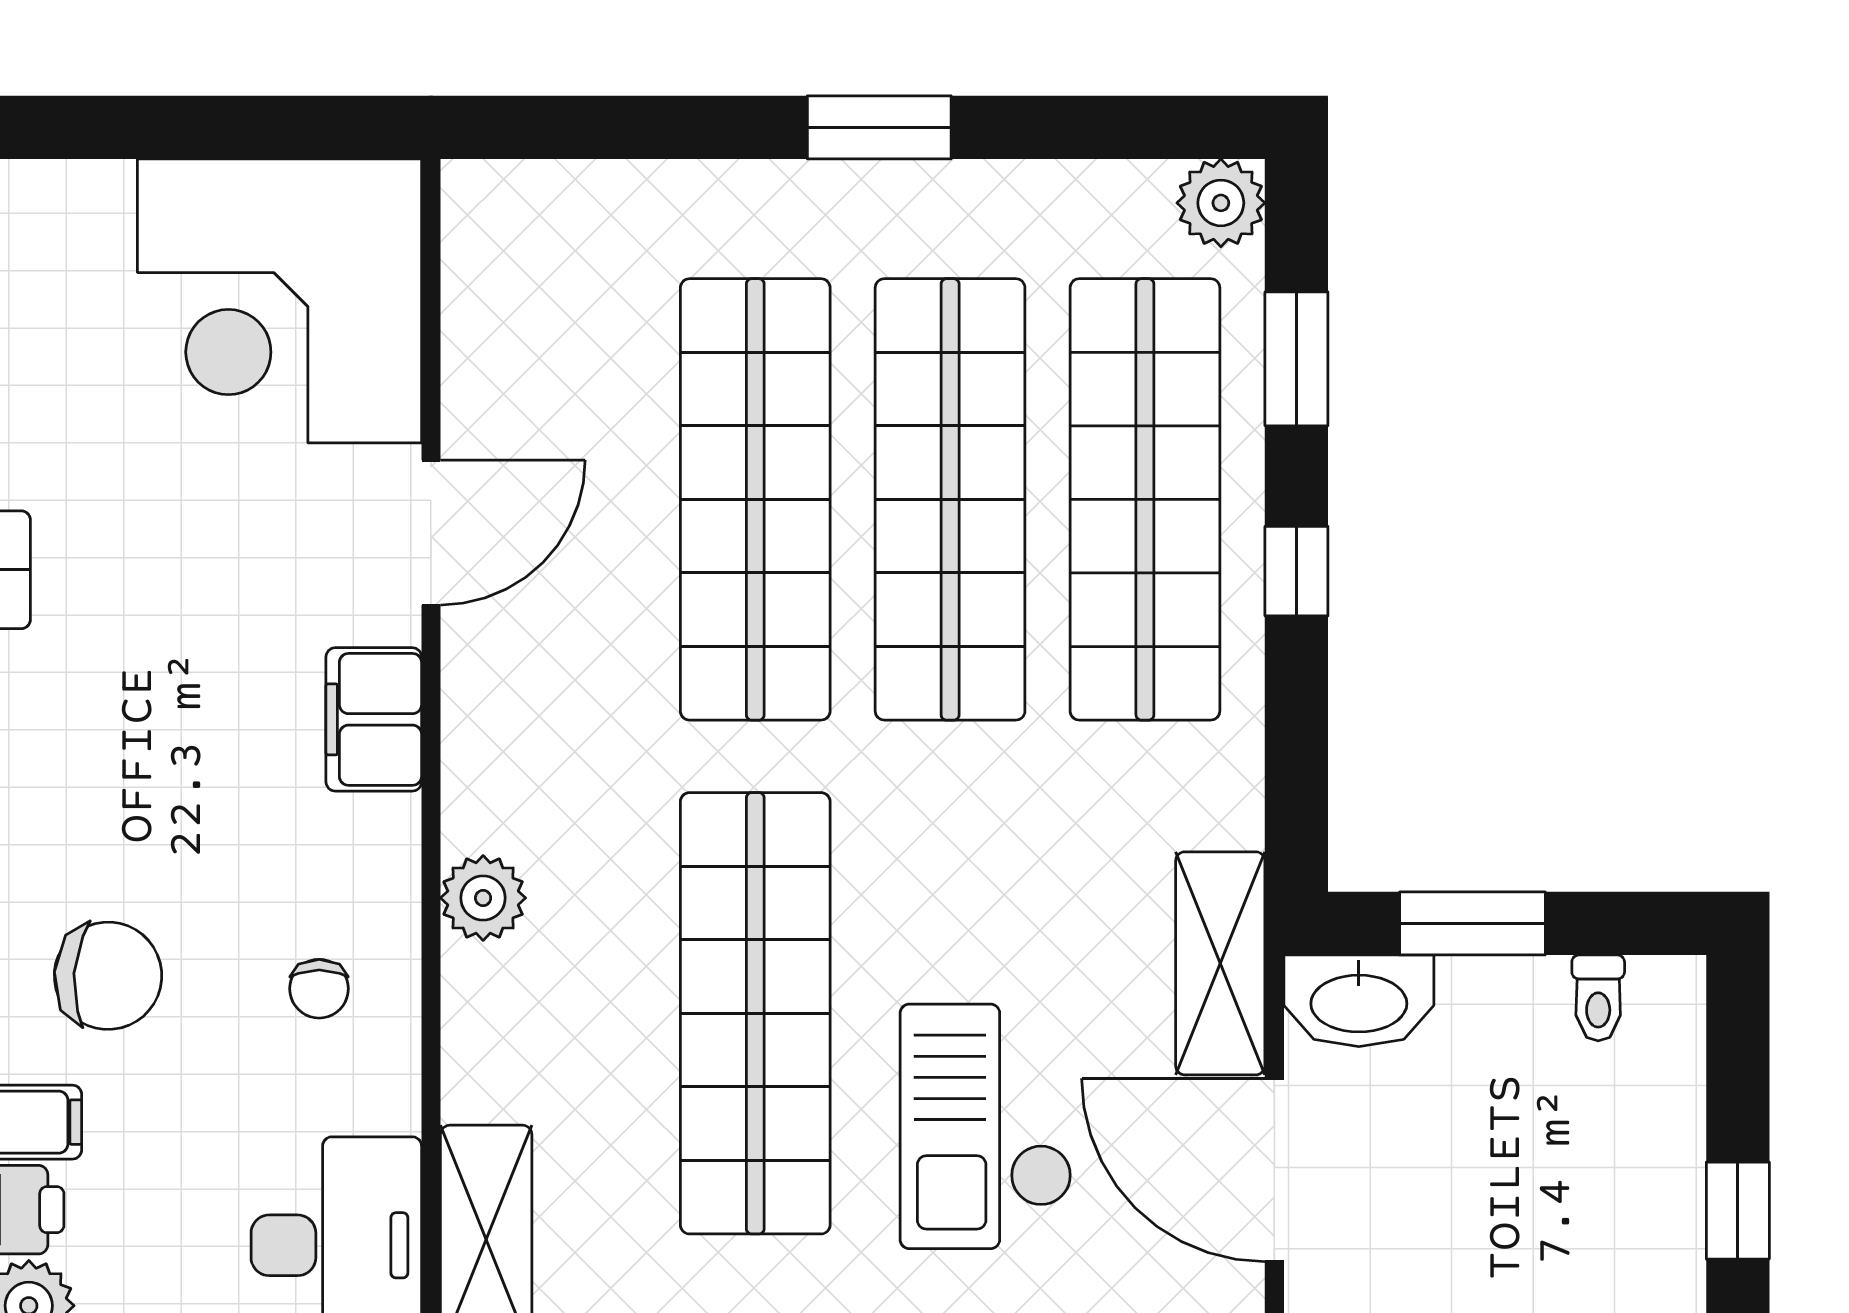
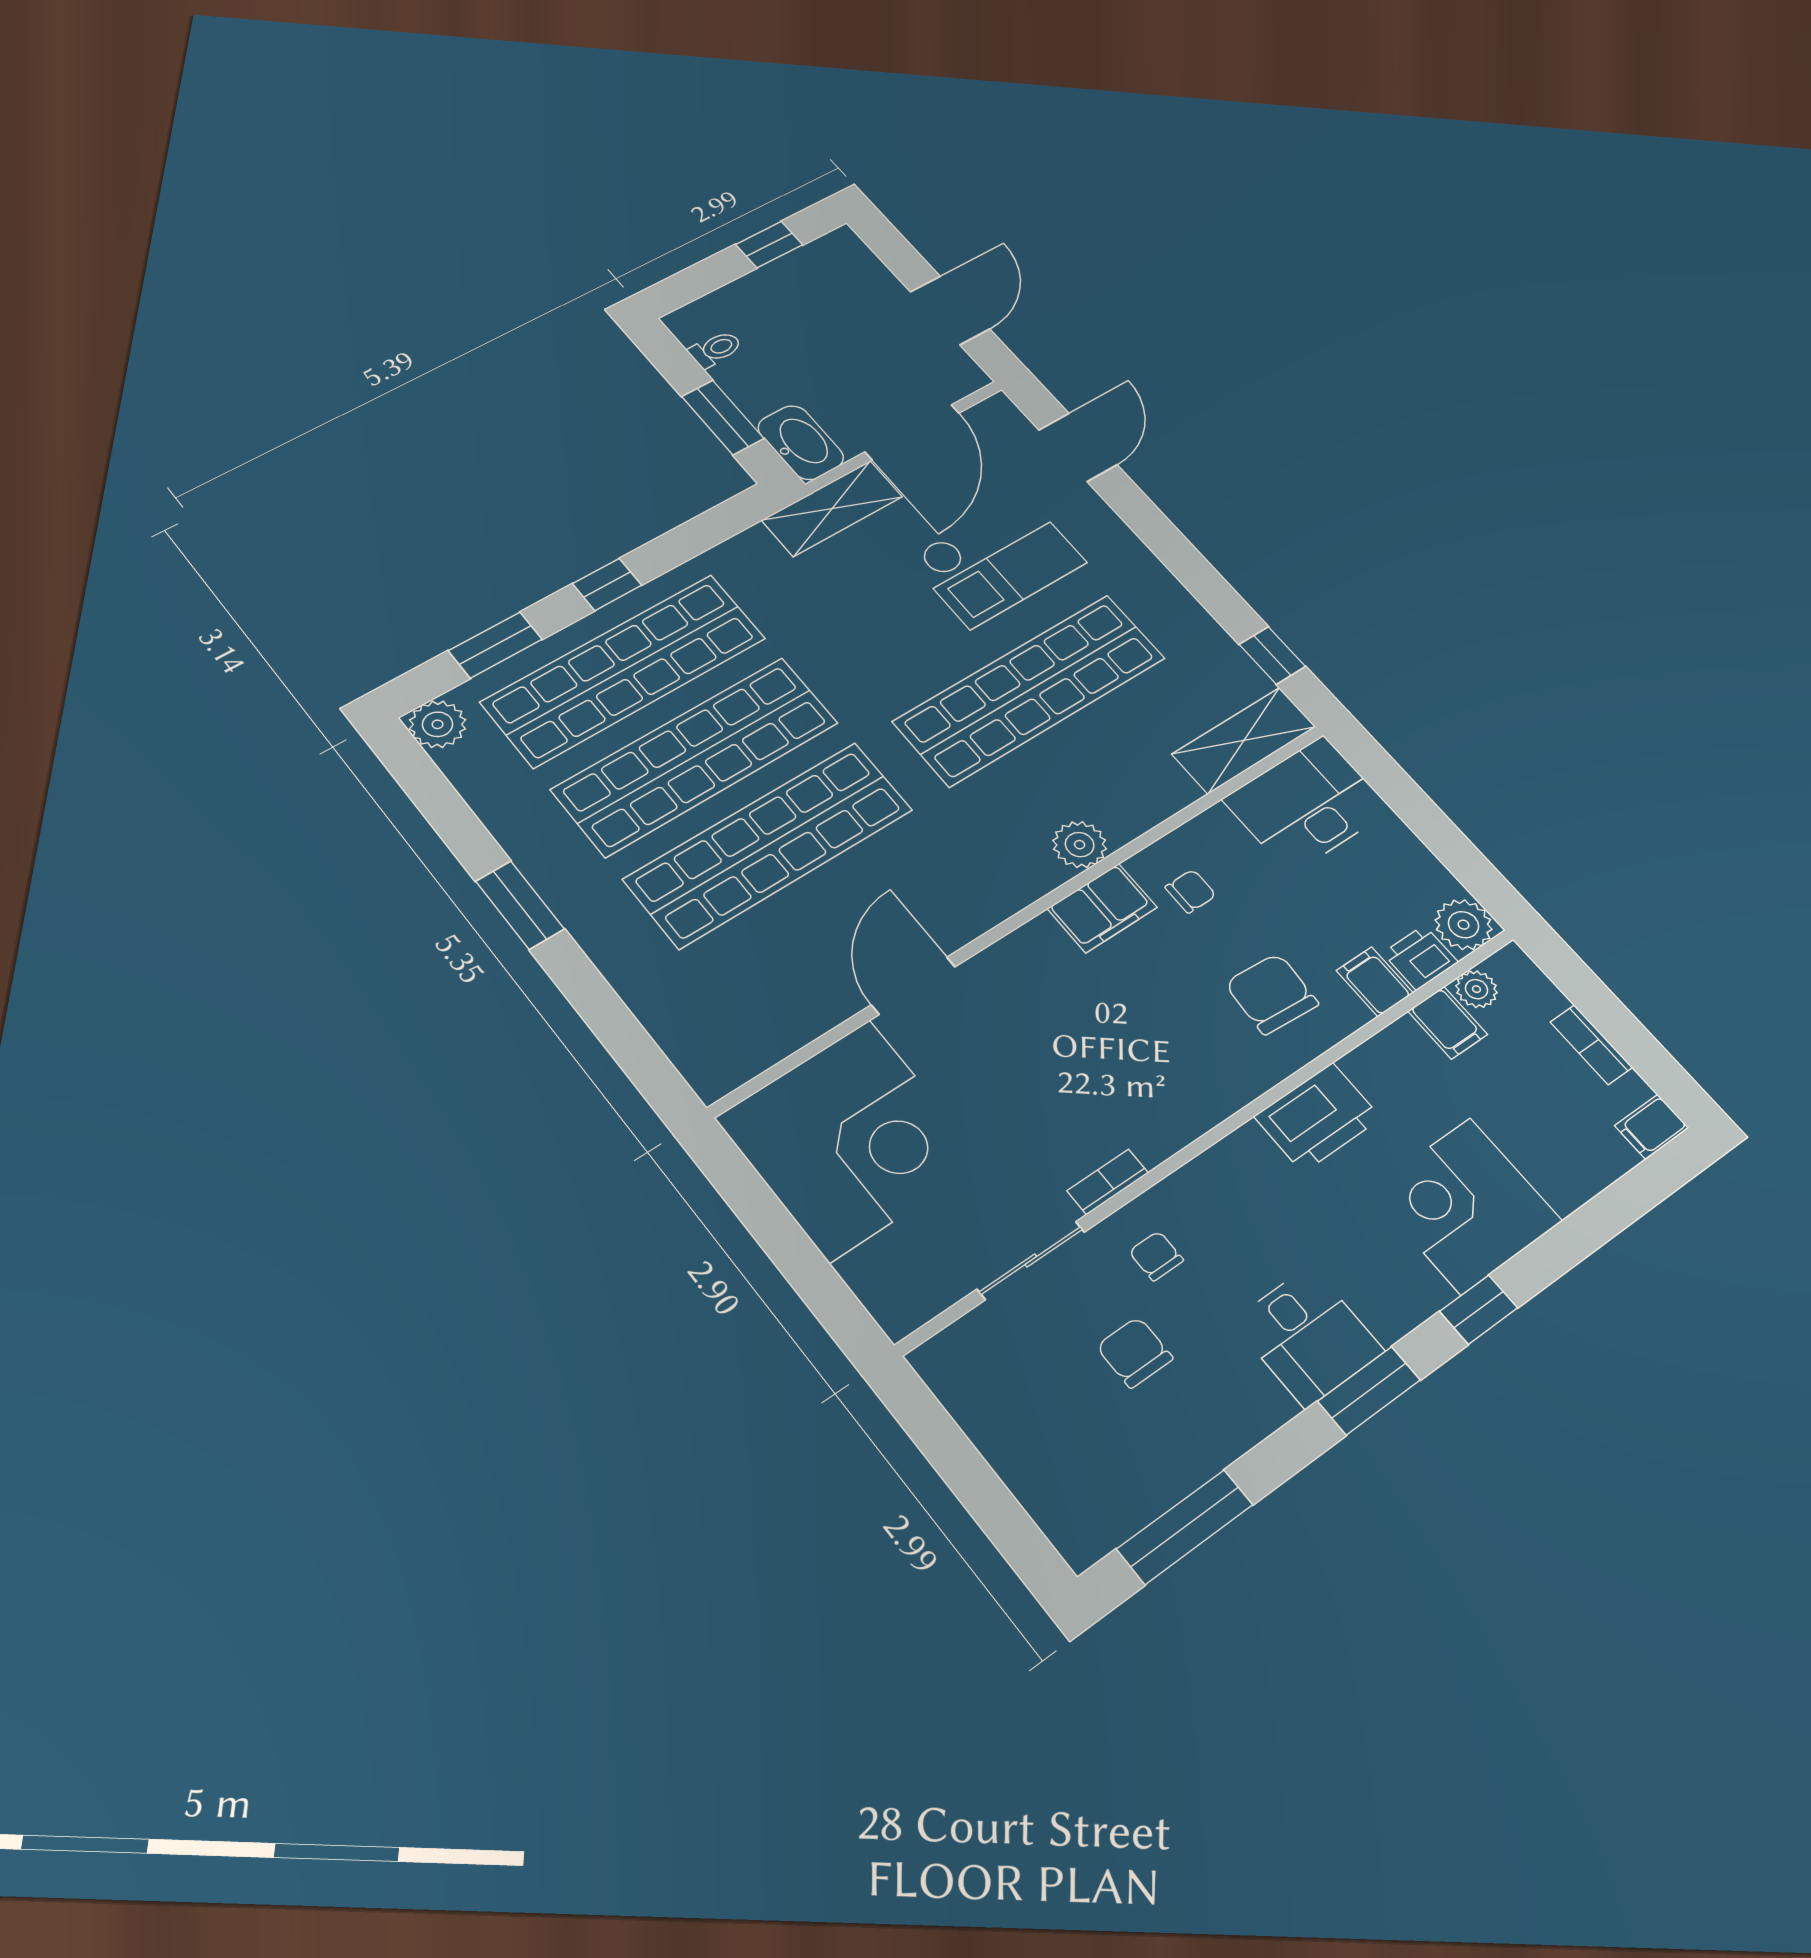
door: (431, 533) -> (913, 986), hinge flipped
filing cabinet: (374, 719) -> (1102, 908), moved

